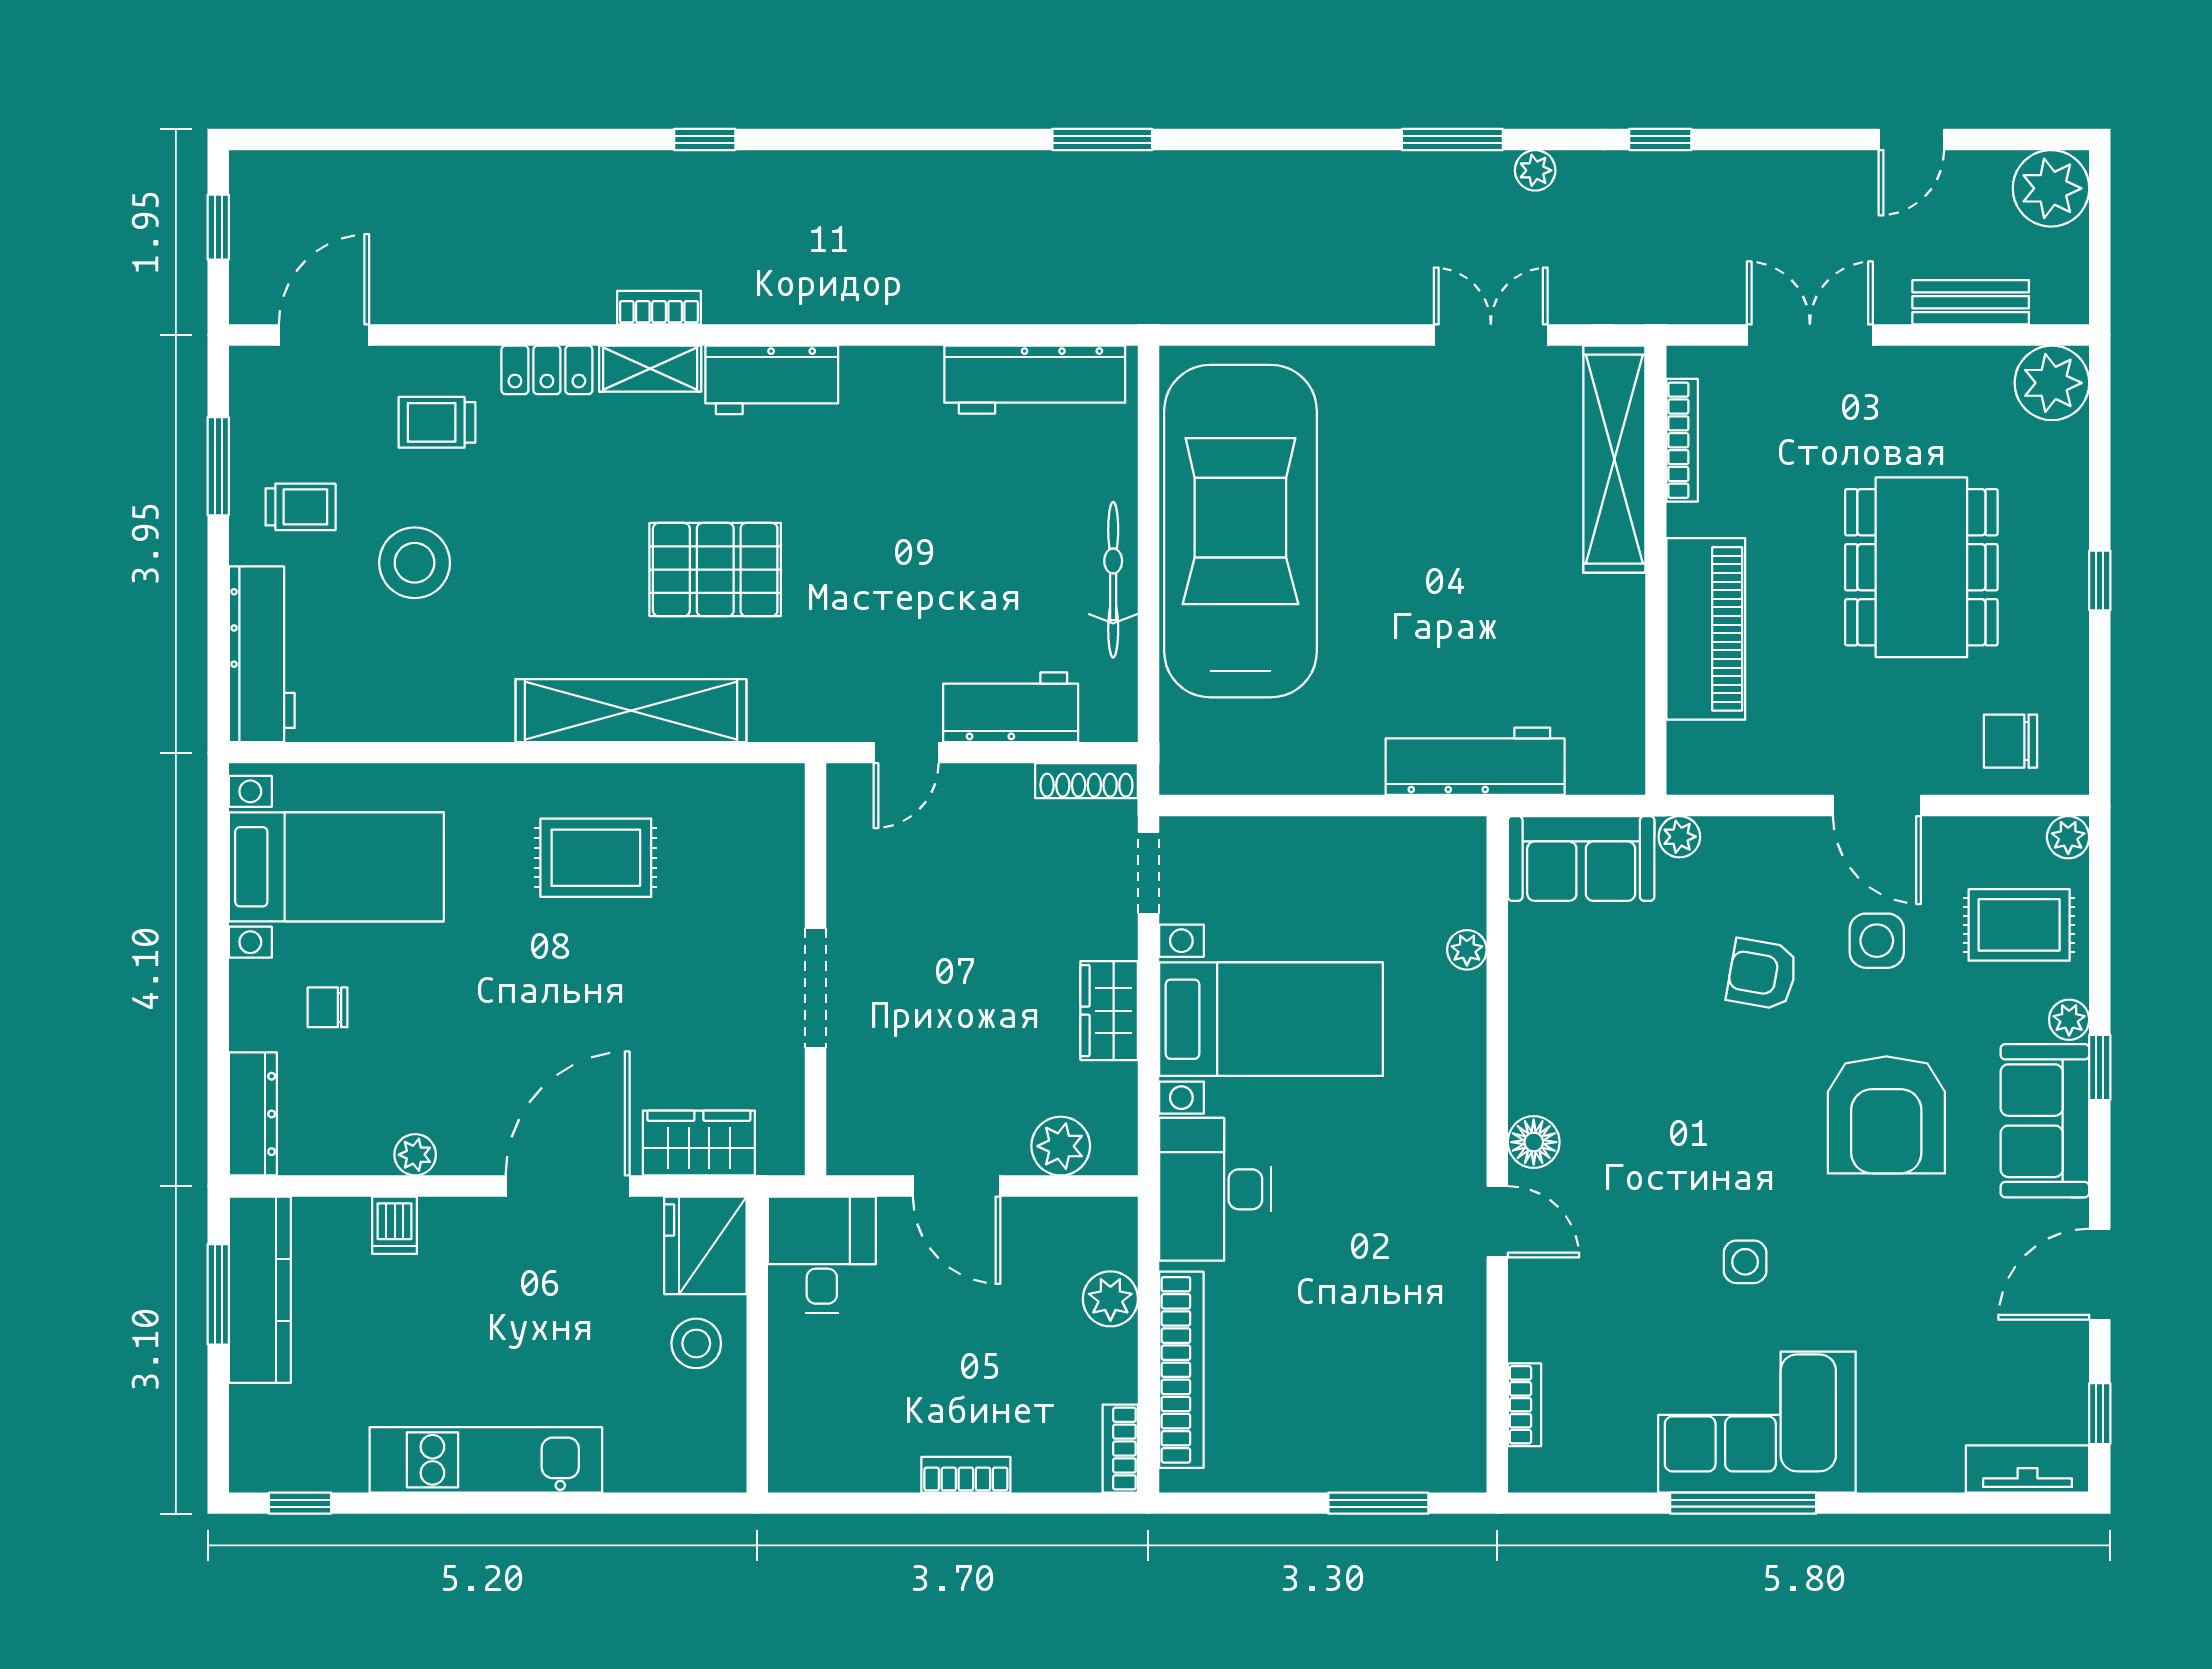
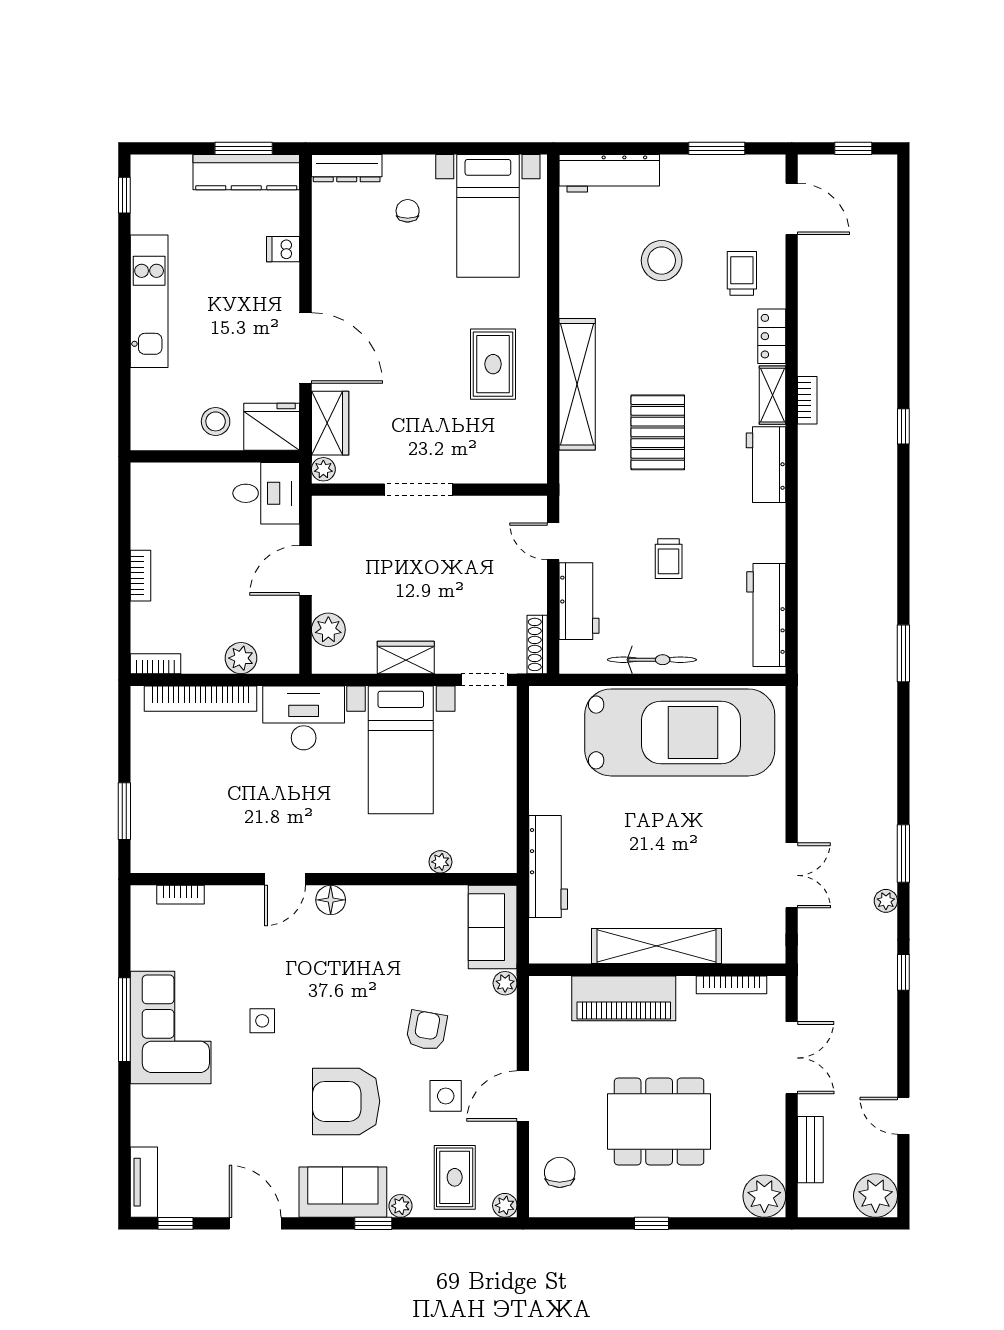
shelving: (1614, 459) -> (657, 946), moved
trolley: (301, 507) -> (669, 559), moved
plant: (415, 1155) -> (323, 469), moved

